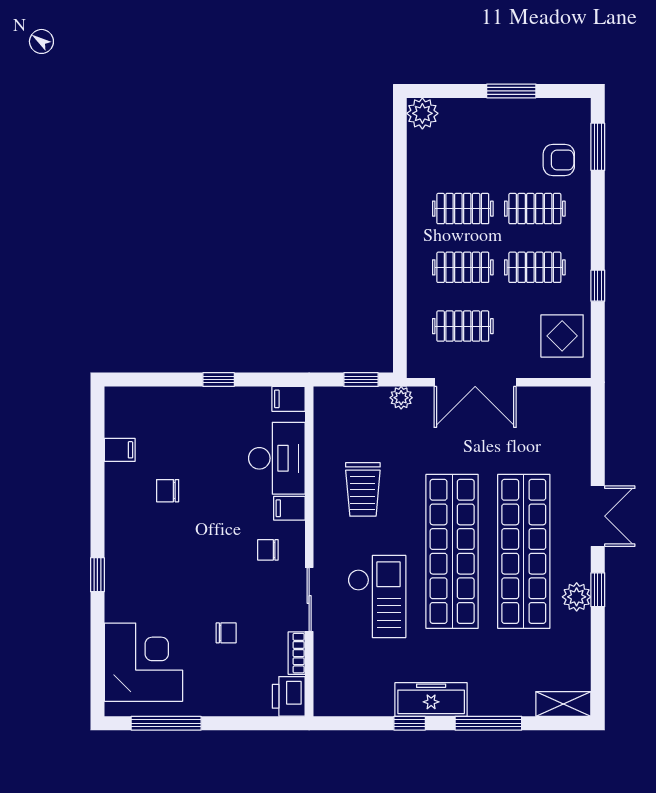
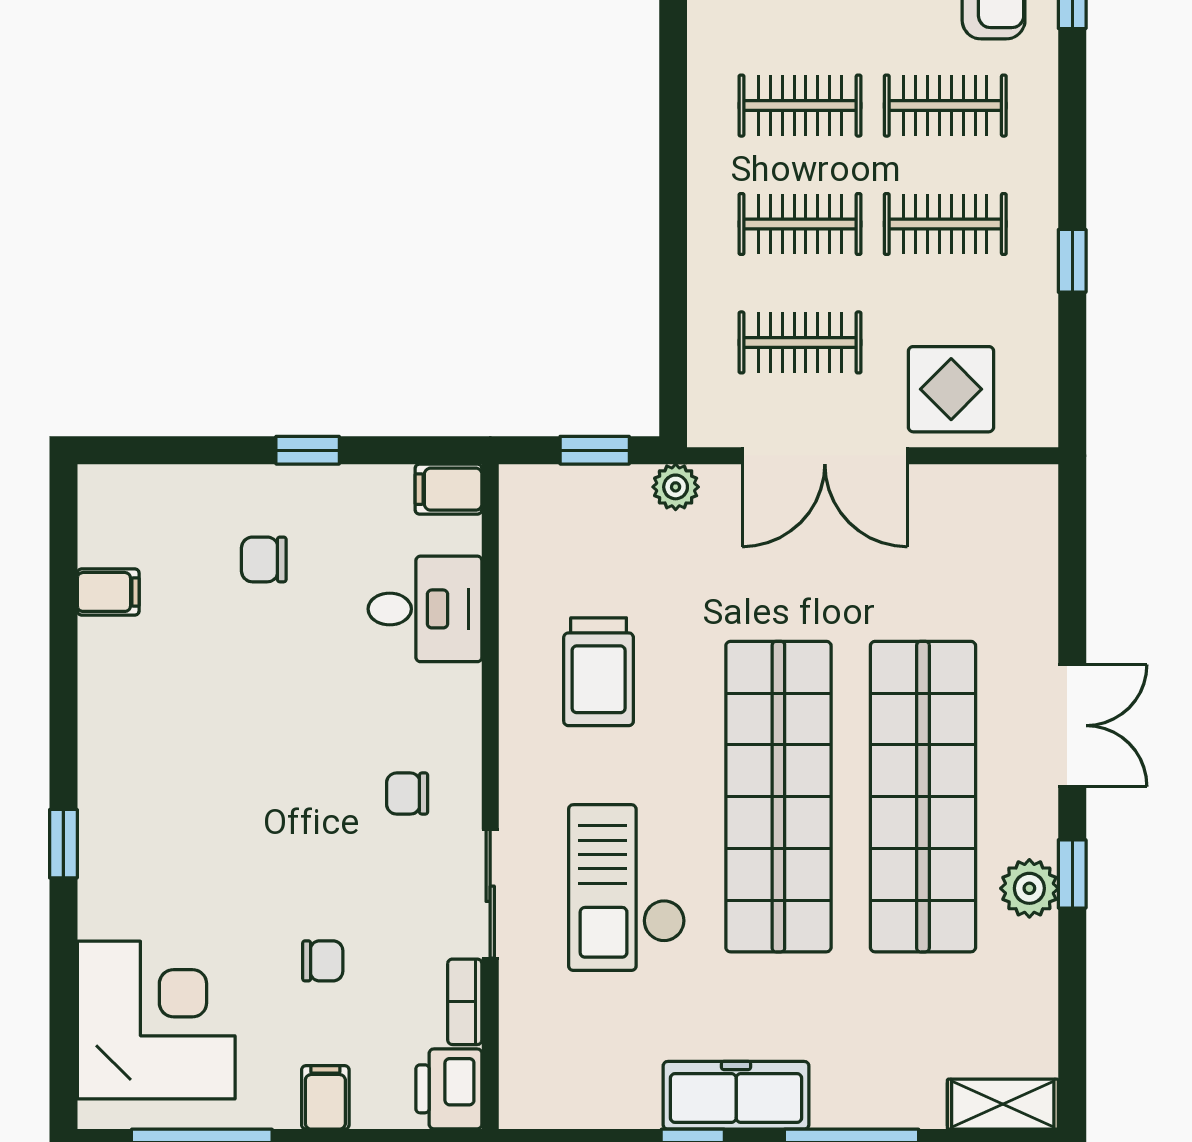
display table: (562, 336) -> (951, 389), moved
desk: (277, 458) -> (425, 609), width x0.73
chair: (168, 491) -> (264, 559), moved
filing cabinet: (289, 508) -> (325, 1097), moved, turned 90
checkout: (377, 596) -> (627, 888), turned 180

